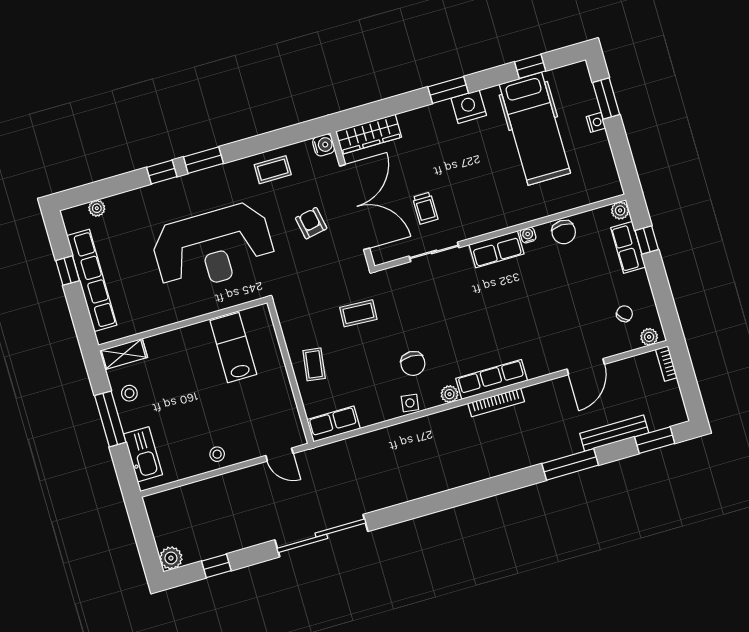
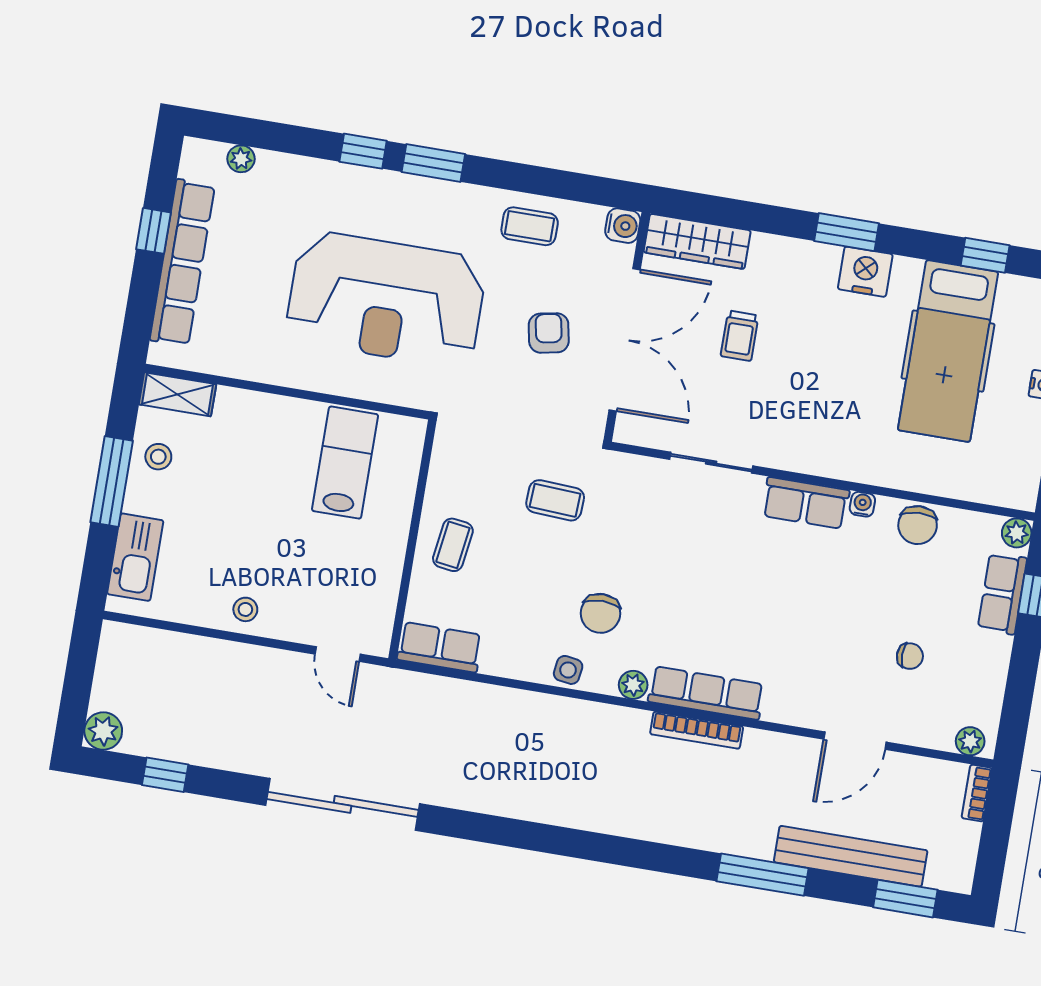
trolley: (425, 208) -> (740, 336), moved
chair: (624, 314) -> (910, 656), moved, turned 45
bench: (614, 433) -> (851, 856), width x1.37, depth x1.21

